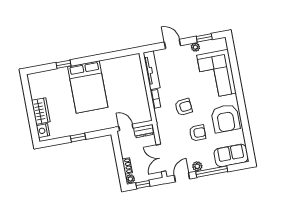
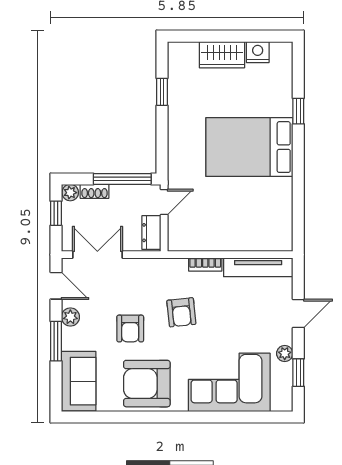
nightstand: (43, 131) -> (258, 52), moved
window: (78, 138) -> (162, 92), moved
window: (118, 152) -> (122, 179), added
window: (212, 172) -> (56, 341), width x0.69

